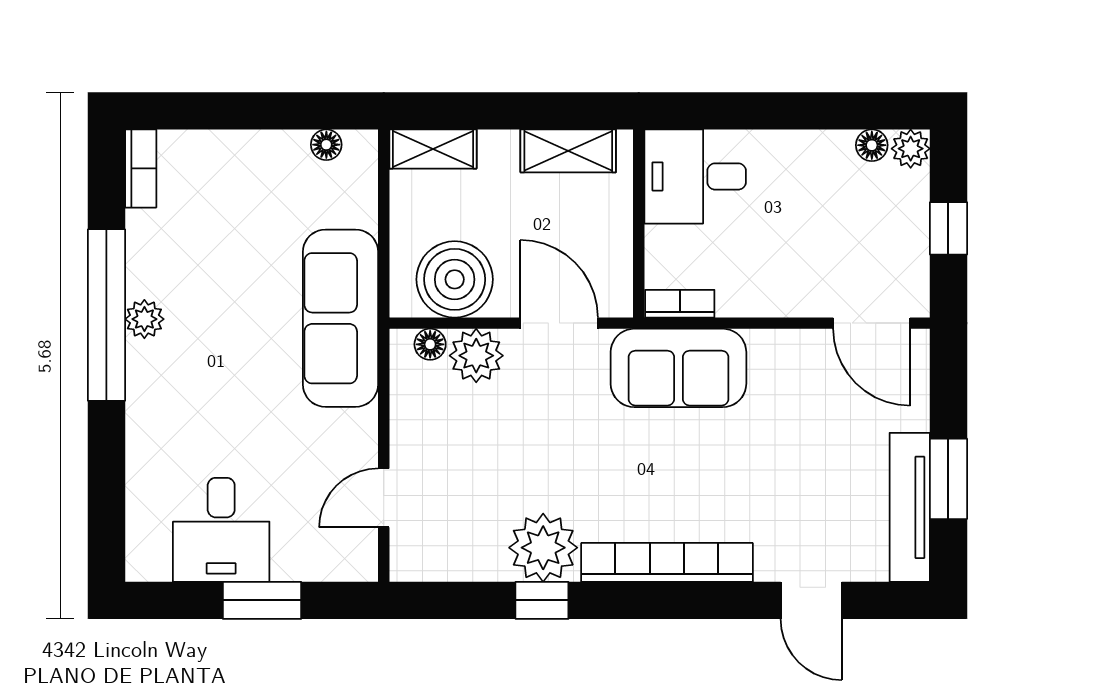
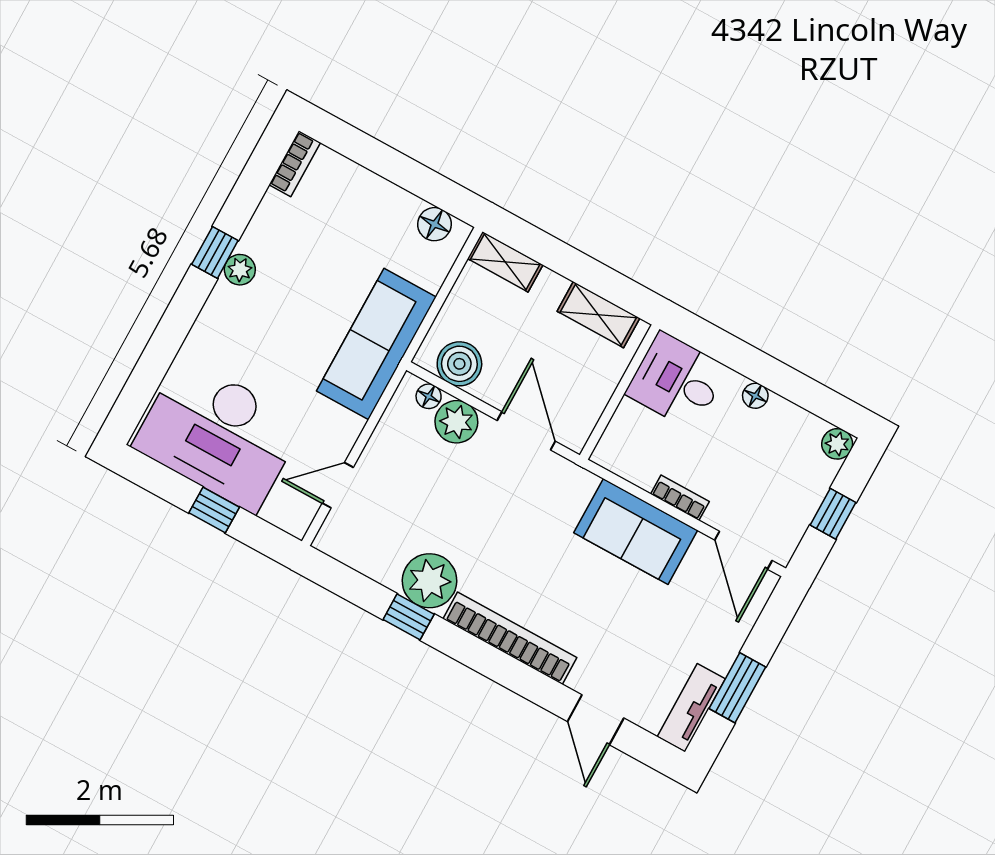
floor lamp: (326, 145) -> (434, 224), width x1.37, depth x1.37
floor lamp: (872, 145) -> (755, 396), moved
boiler: (455, 279) -> (459, 364), width x0.73, depth x0.73
bookcase: (680, 304) -> (680, 498), moved
window: (106, 315) -> (215, 252), width x0.32
sofa: (678, 368) -> (636, 531), moved
tv unit: (910, 507) -> (691, 708), width x0.71
desk: (221, 530) -> (219, 435), width x1.87, depth x1.30
window: (262, 600) -> (214, 510), width x0.67

